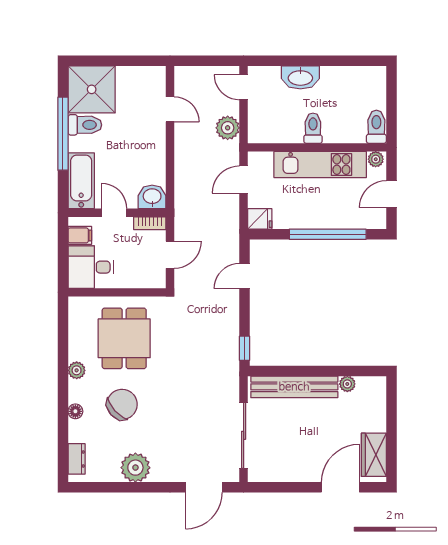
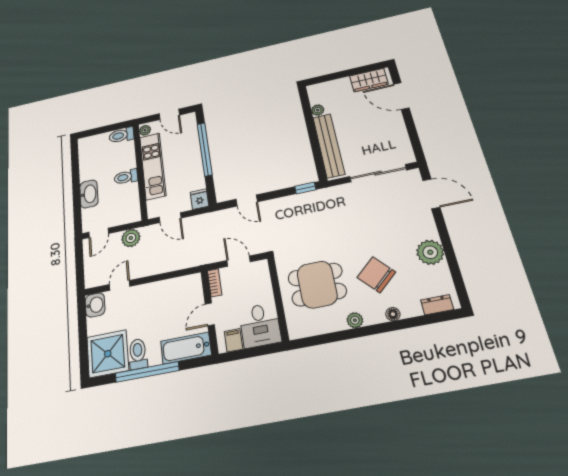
washbasin: (152, 197) -> (95, 305), moved, turned 180

